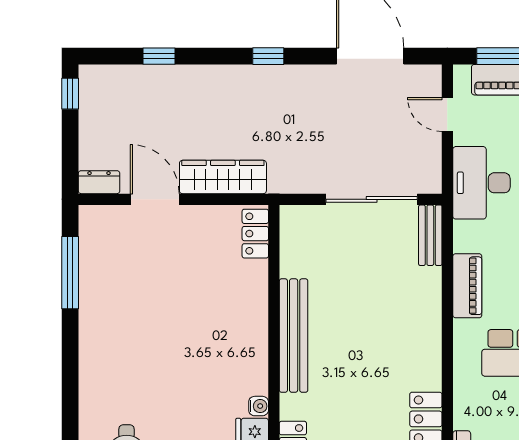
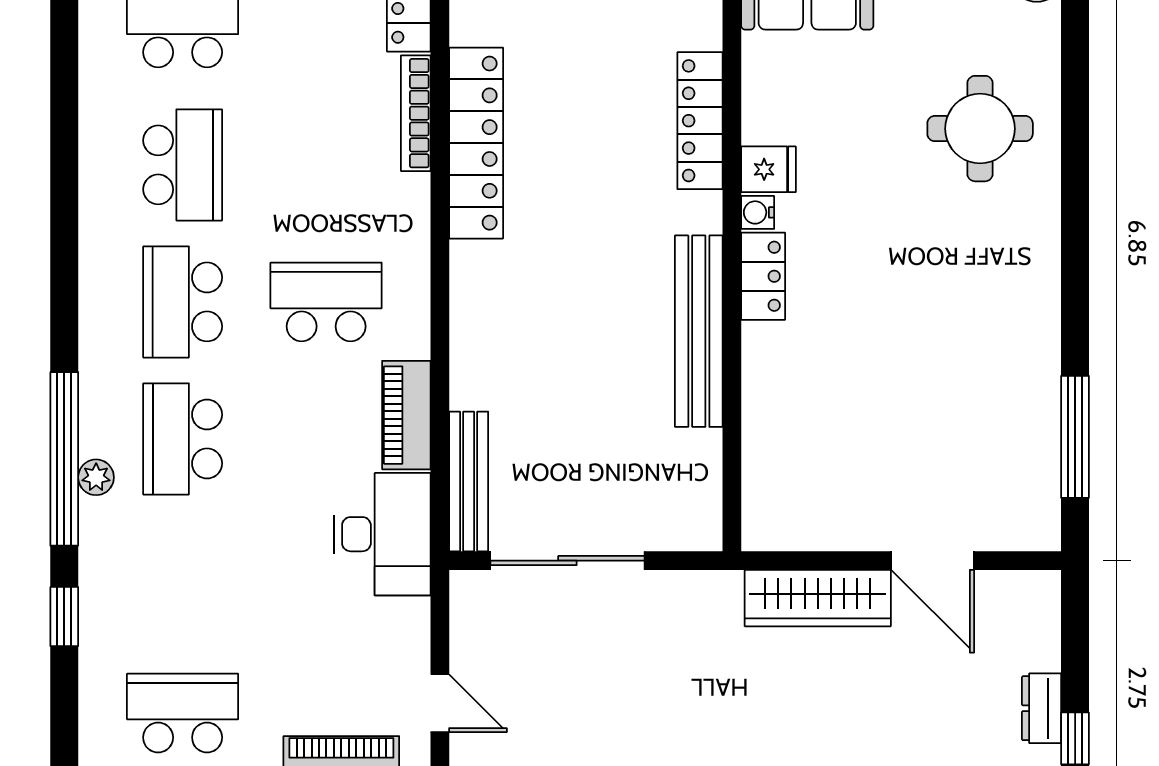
dresser: (99, 182) -> (1042, 708), moved, turned 90
desk: (481, 183) -> (382, 534), moved
locker: (255, 234) -> (763, 276), moved
bench: (430, 235) -> (469, 481), width x1.36

